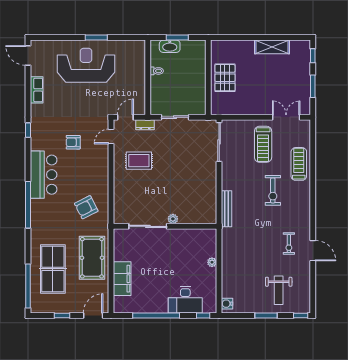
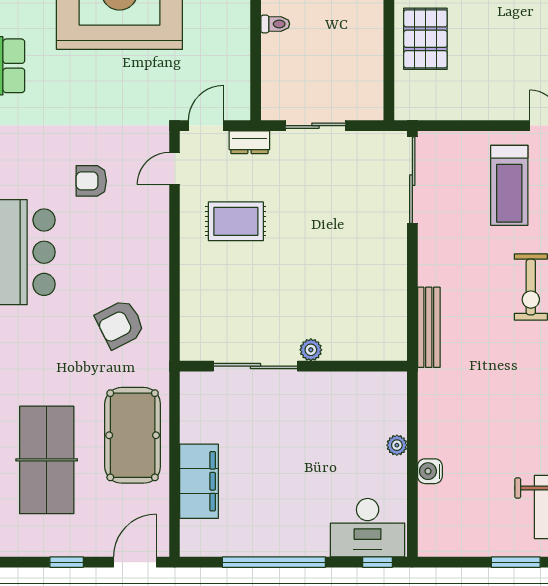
desk: (185, 300) -> (368, 528), moved
water cooler: (227, 304) -> (430, 471), moved

